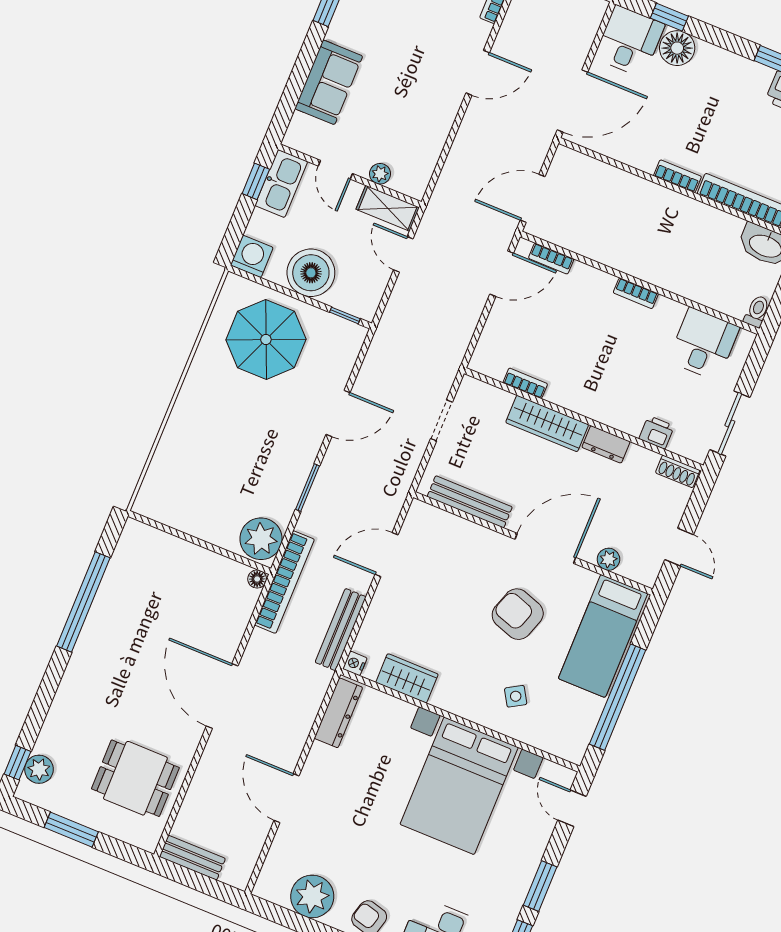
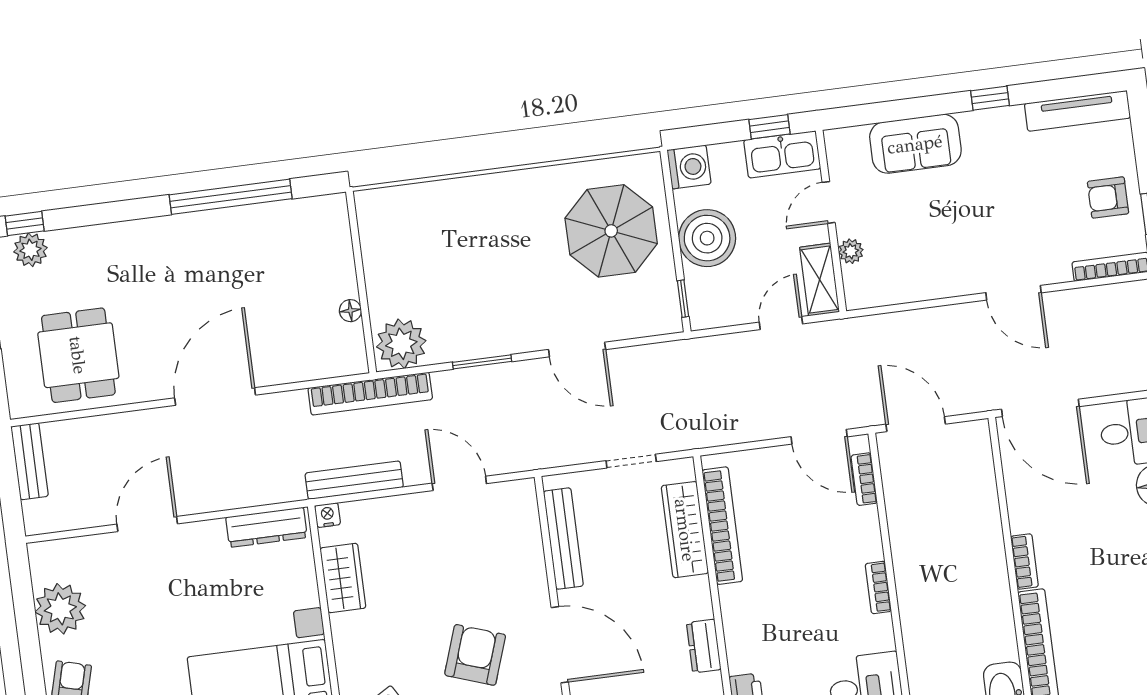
bookcase: (525, 383) -> (722, 526), width x2.31, depth x1.31
wardrobe: (547, 423) -> (685, 530), moved
floor lamp: (257, 579) -> (350, 311), moved

